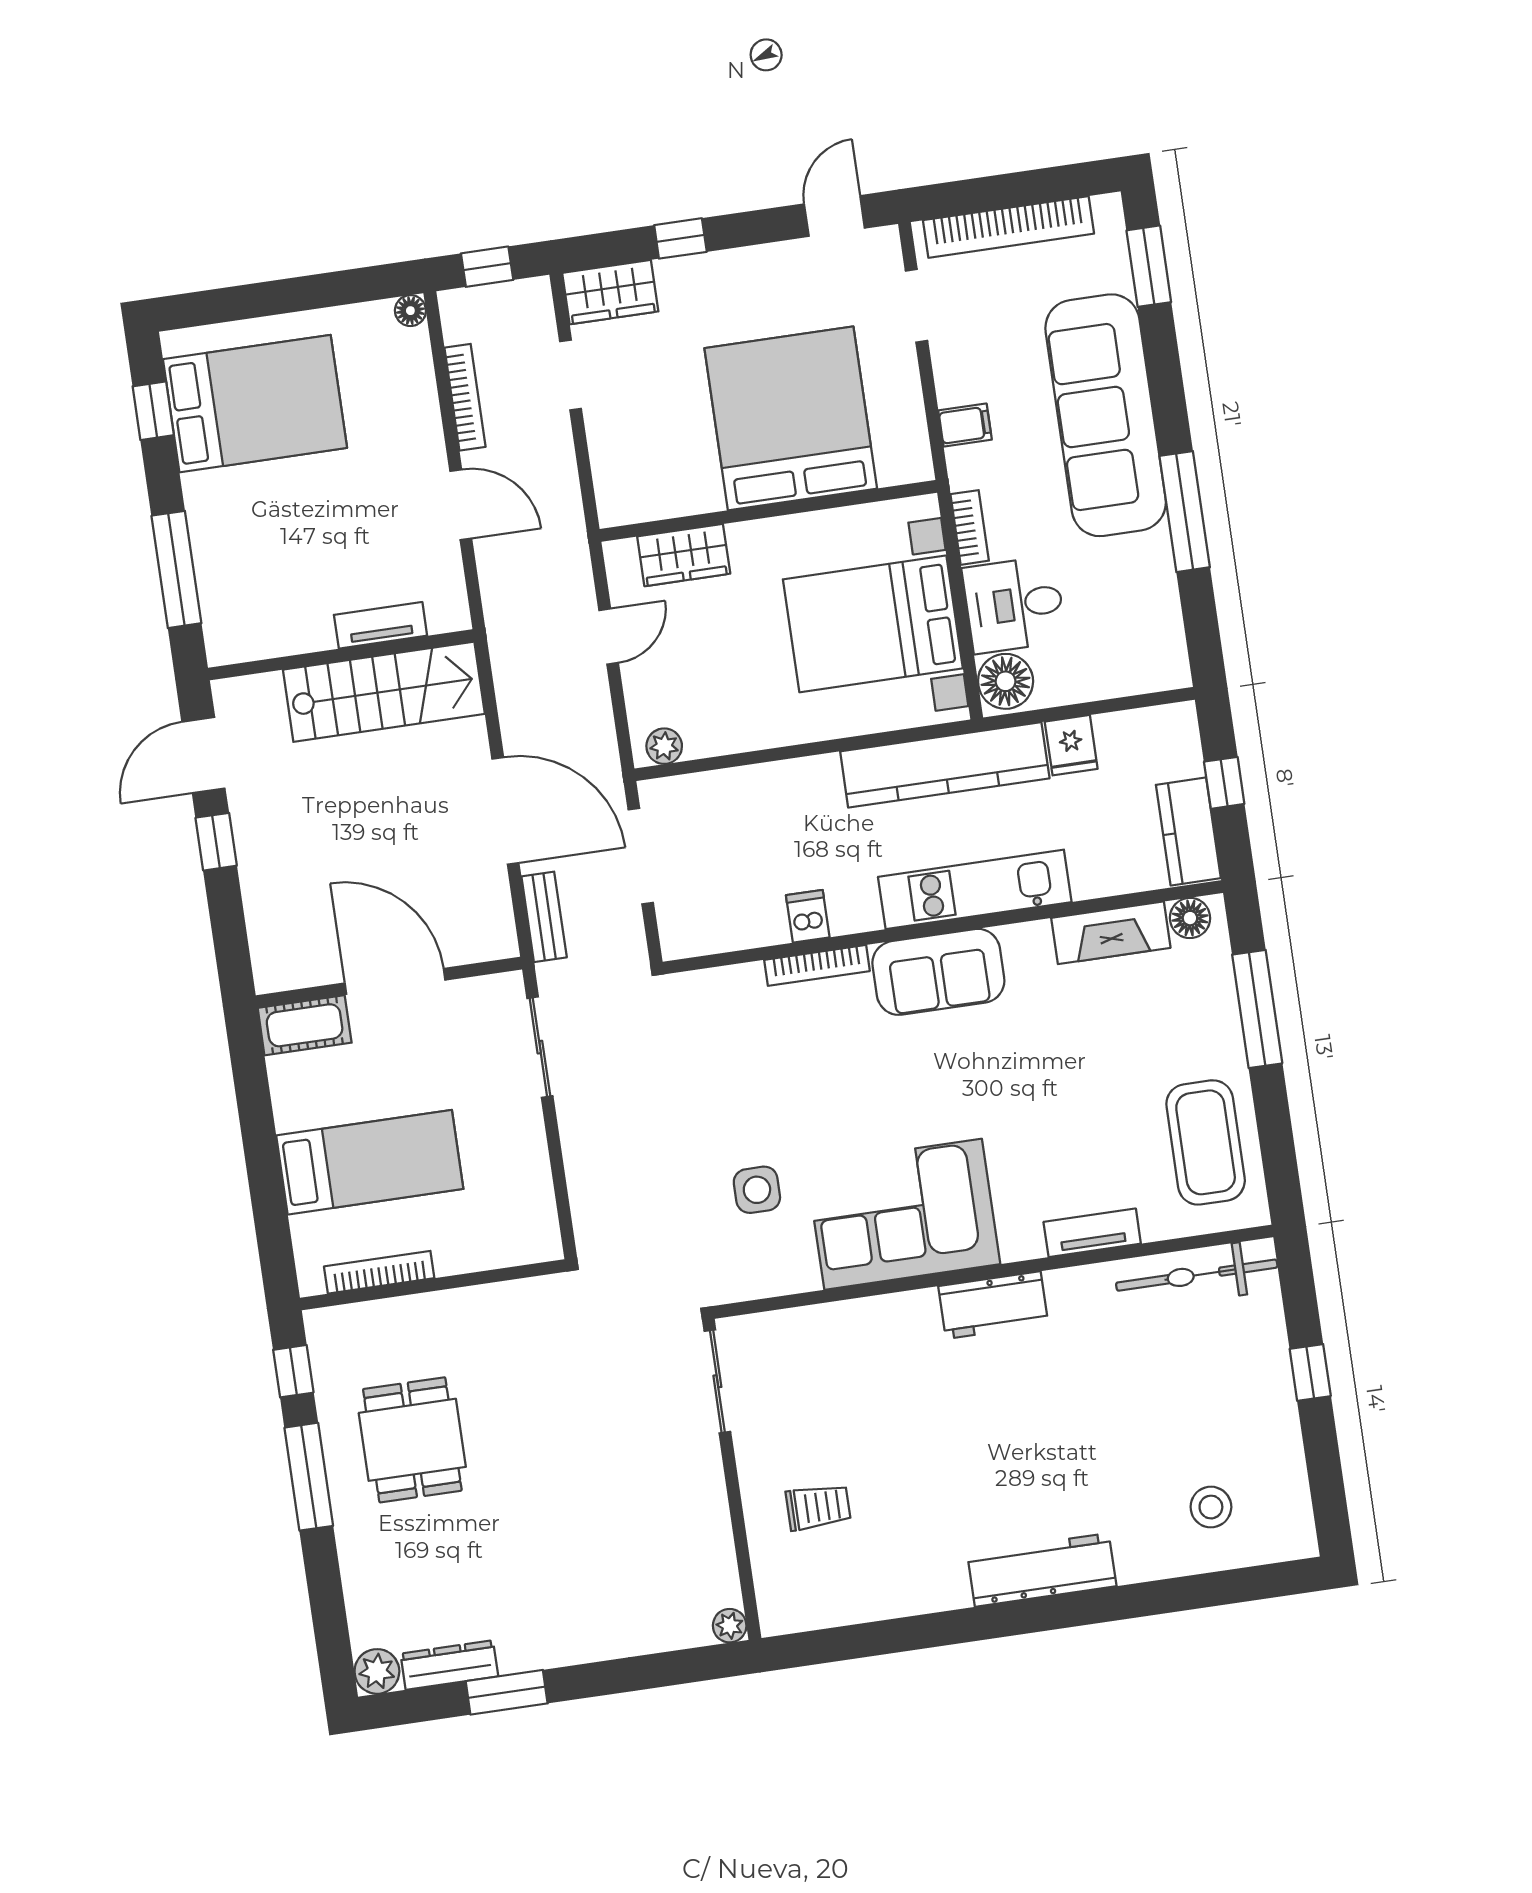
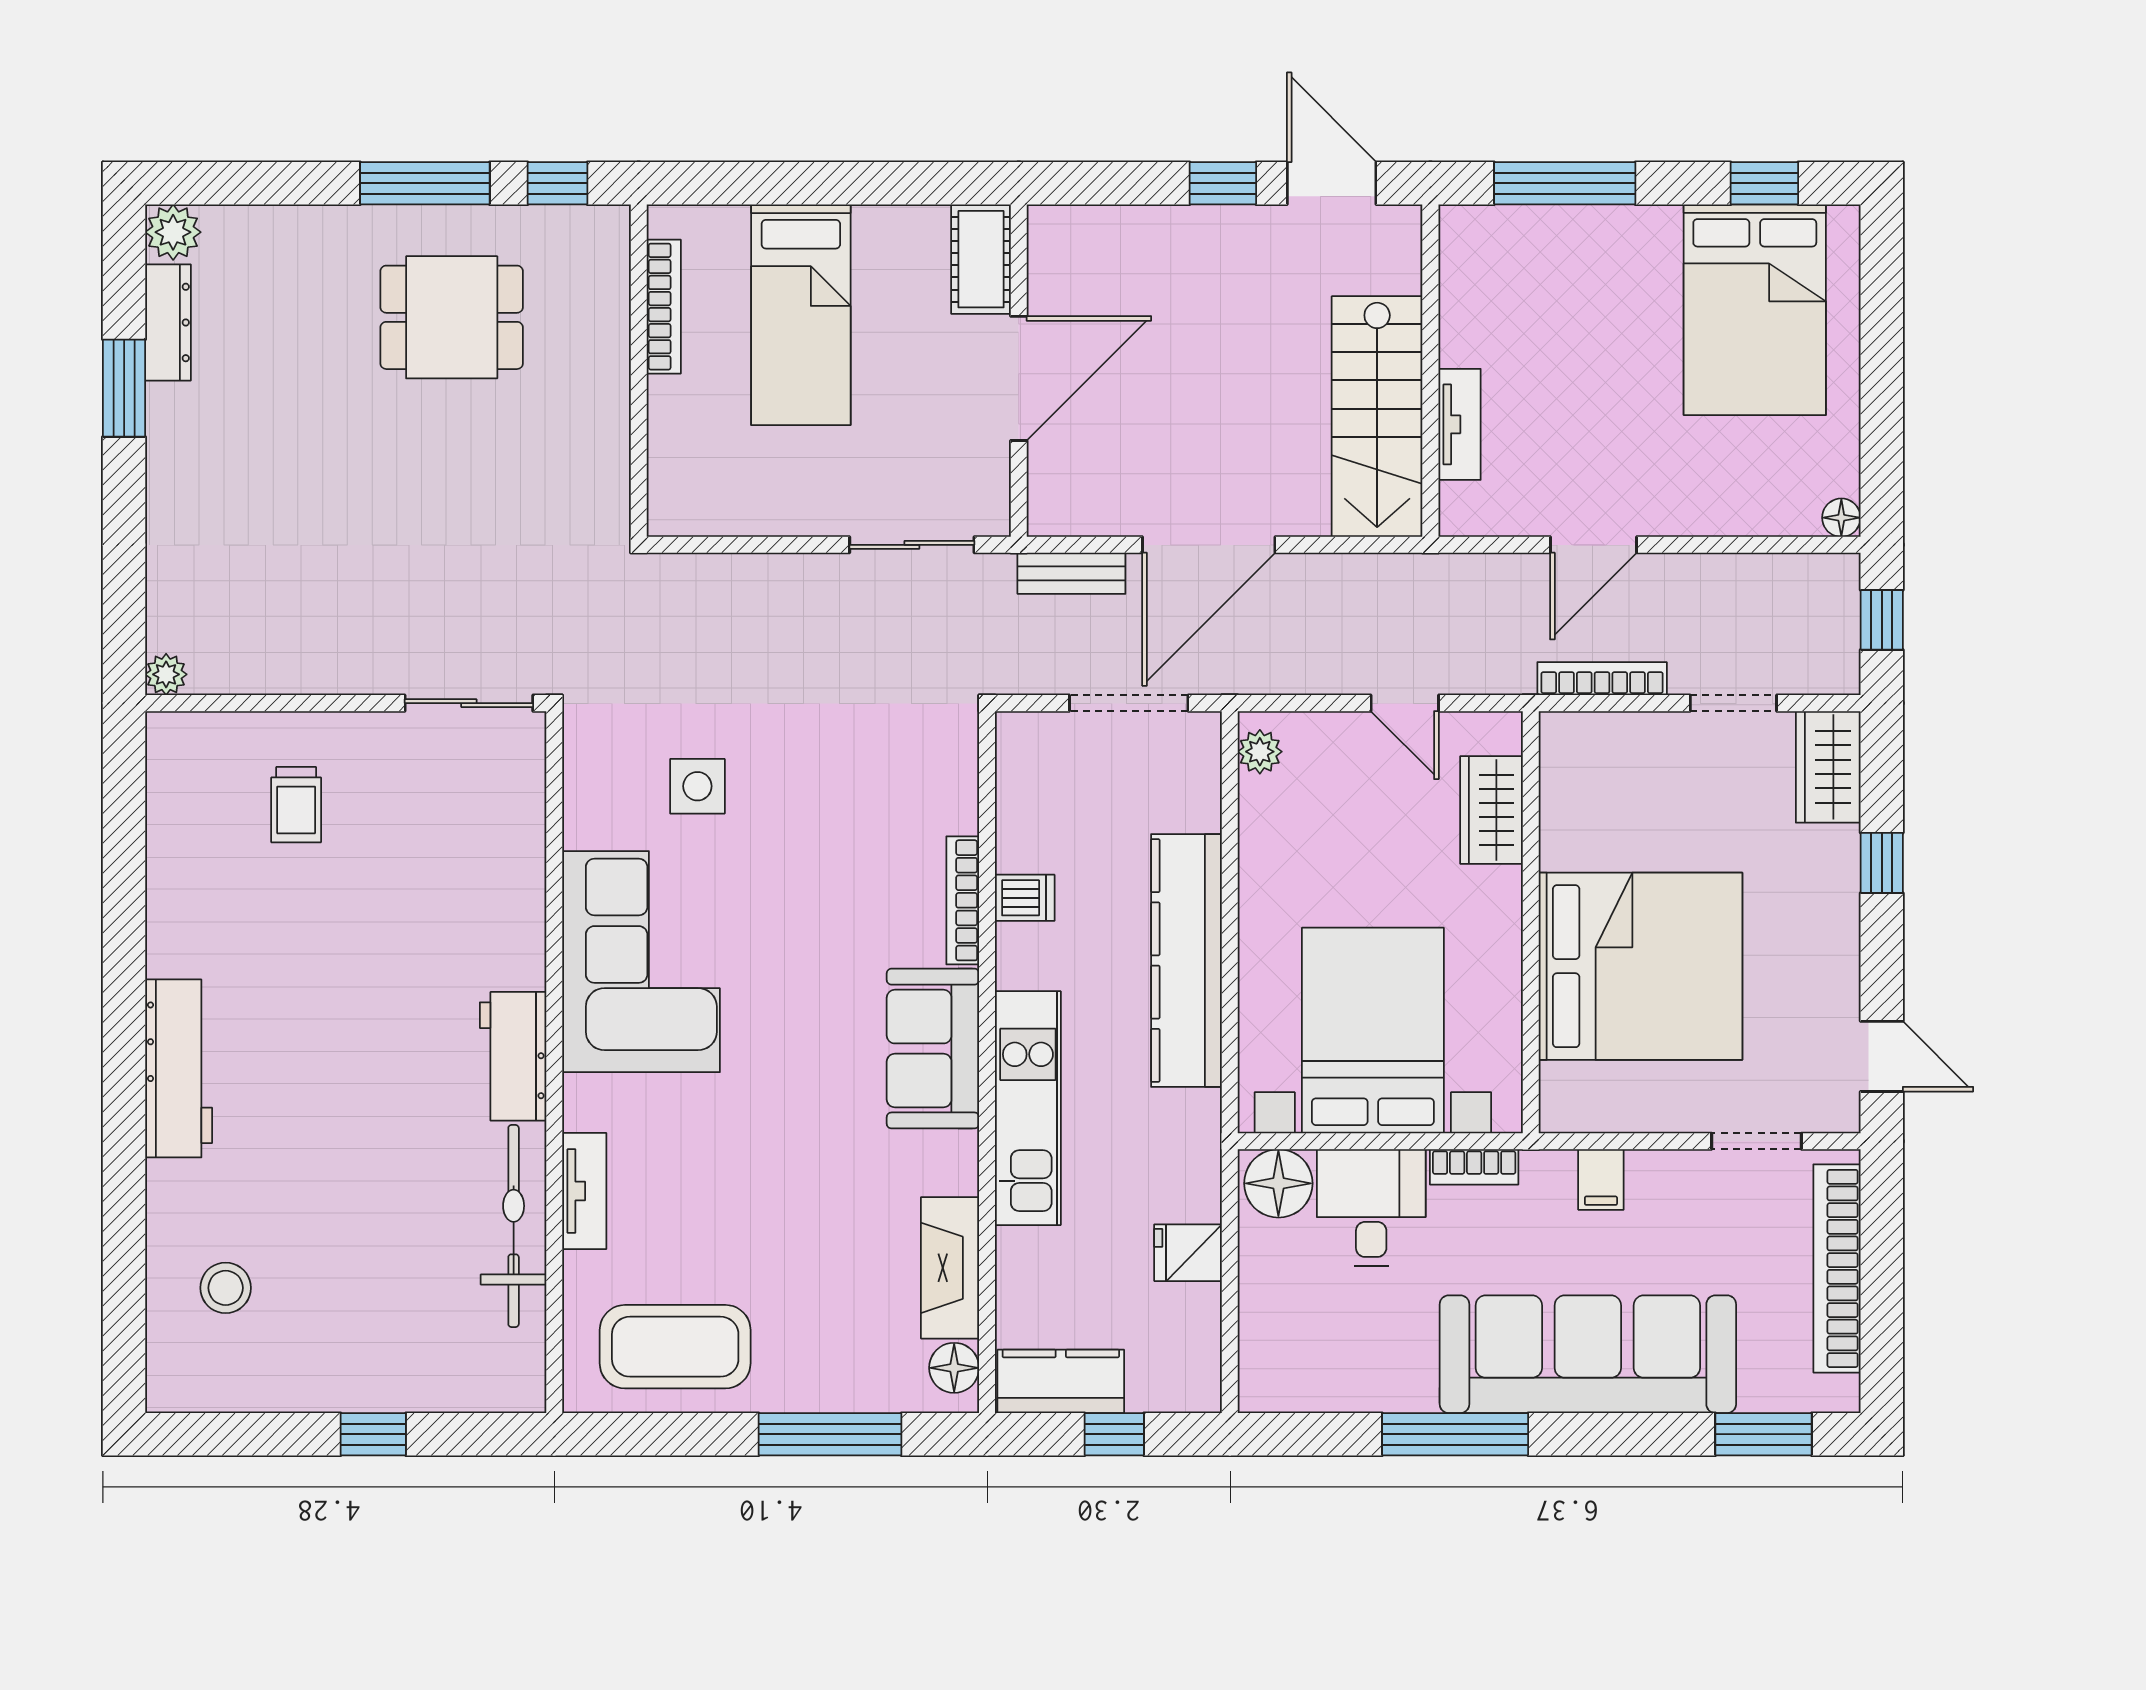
bookcase: (465, 397) -> (1602, 679), moved, turned 180
kitchen counter: (945, 765) -> (1186, 960), moved
bicycle: (1197, 1275) -> (514, 1226), moved

